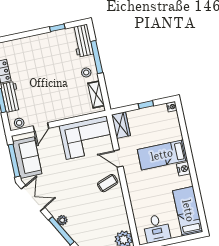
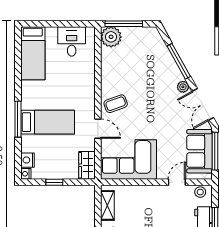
window: (188, 152) -> (18, 119), added
nightstand: (183, 169) -> (27, 160), moved
plant: (62, 220) -> (183, 87), moved

